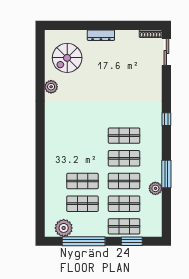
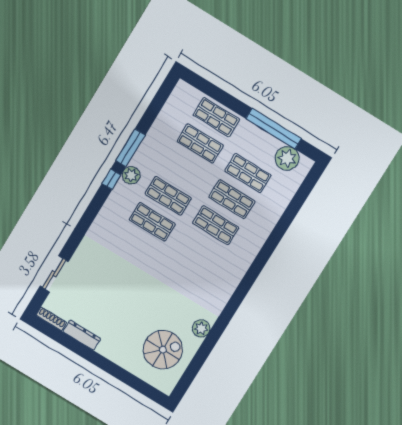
dresser: (101, 35) -> (82, 335), moved
sliding door: (166, 52) -> (54, 274), moved
window: (166, 119) -> (111, 179), moved
shop shelf: (124, 181) -> (216, 225), moved
plant: (155, 188) -> (131, 175), moved
window: (132, 241) -> (218, 94), removed

